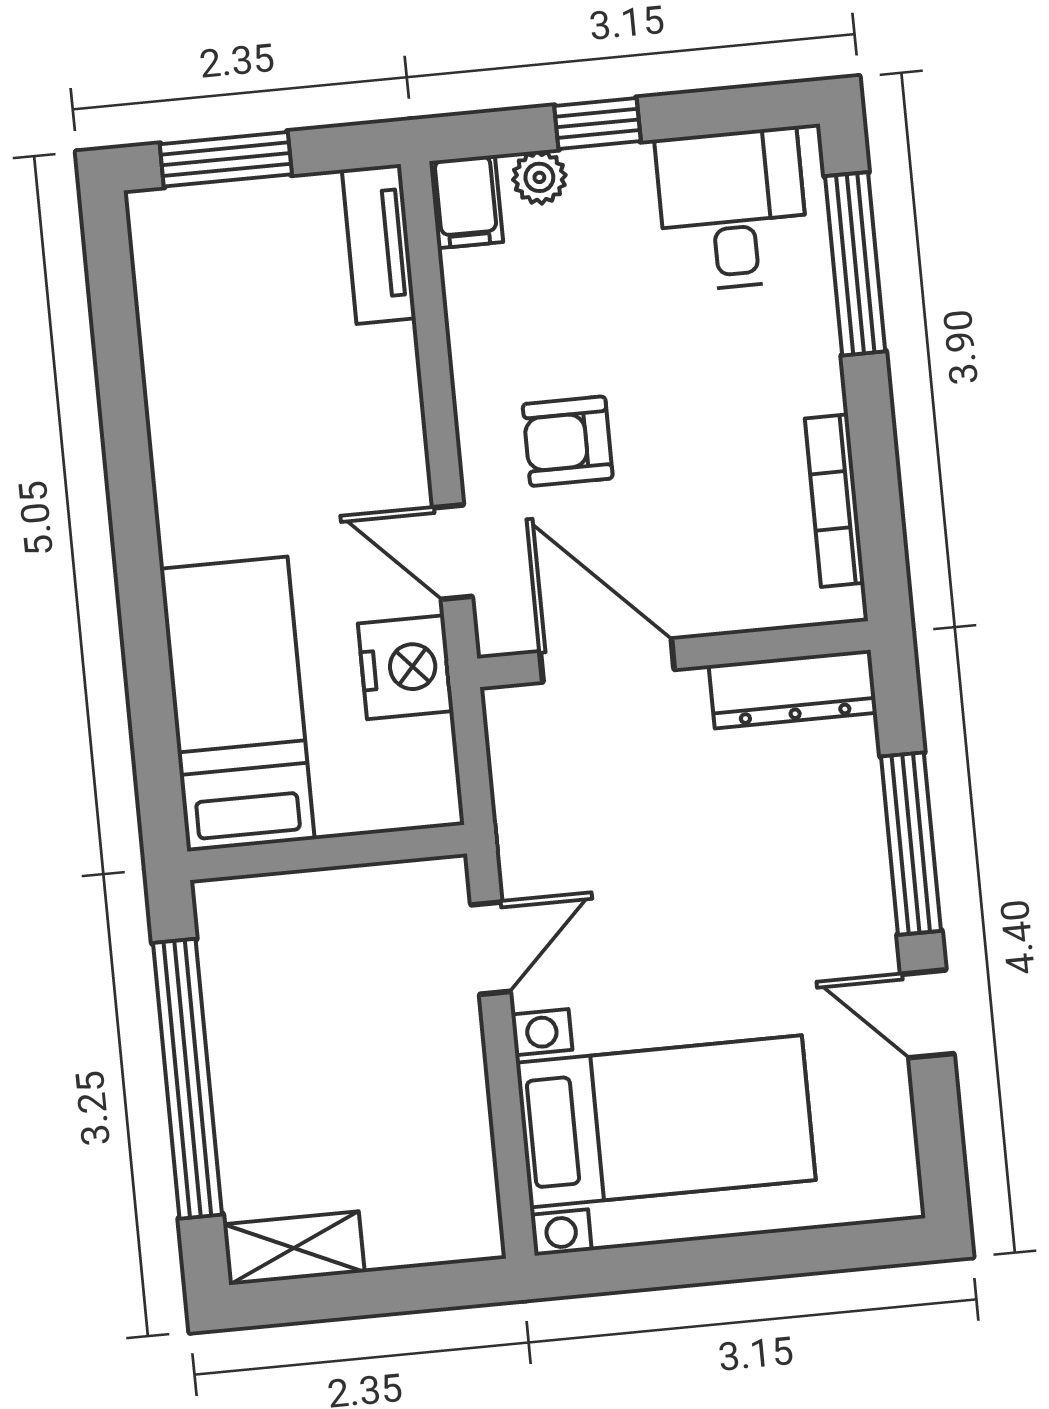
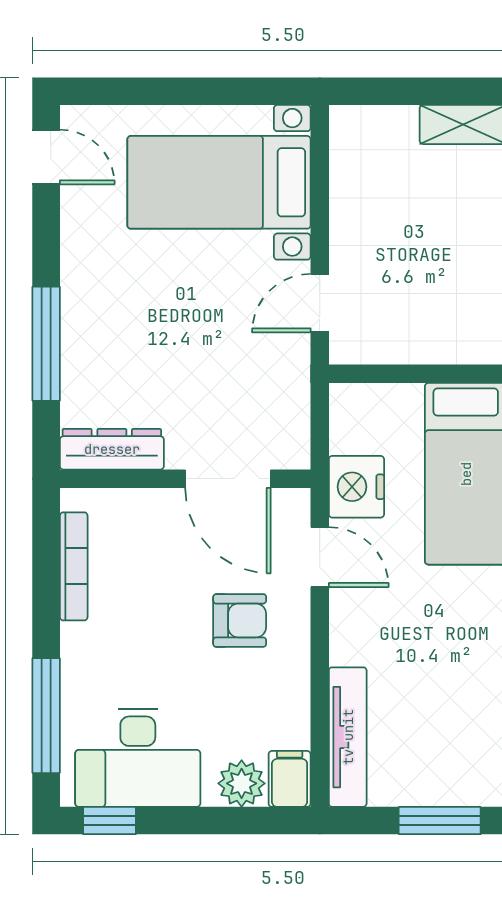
window: (598, 123) -> (109, 821), moved
plant: (539, 177) -> (242, 783), width x1.38, depth x1.38
desk: (732, 209) -> (138, 758), width x1.37
tv unit: (379, 244) -> (348, 737), width x1.41
door: (927, 1014) -> (46, 157), moved

